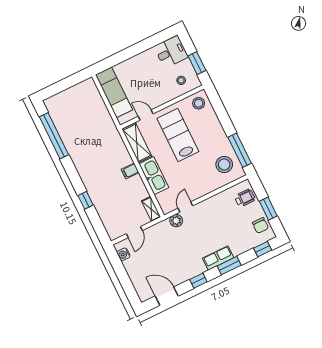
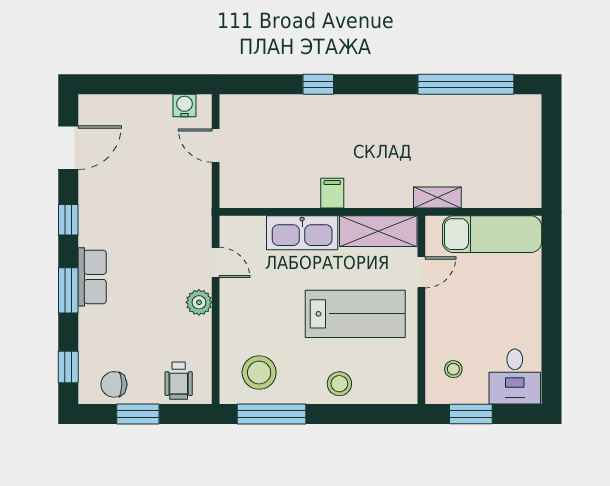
stool: (199, 103) -> (339, 384), moved
shelving: (151, 209) -> (437, 198), moved
plant: (176, 221) -> (199, 302), moved

